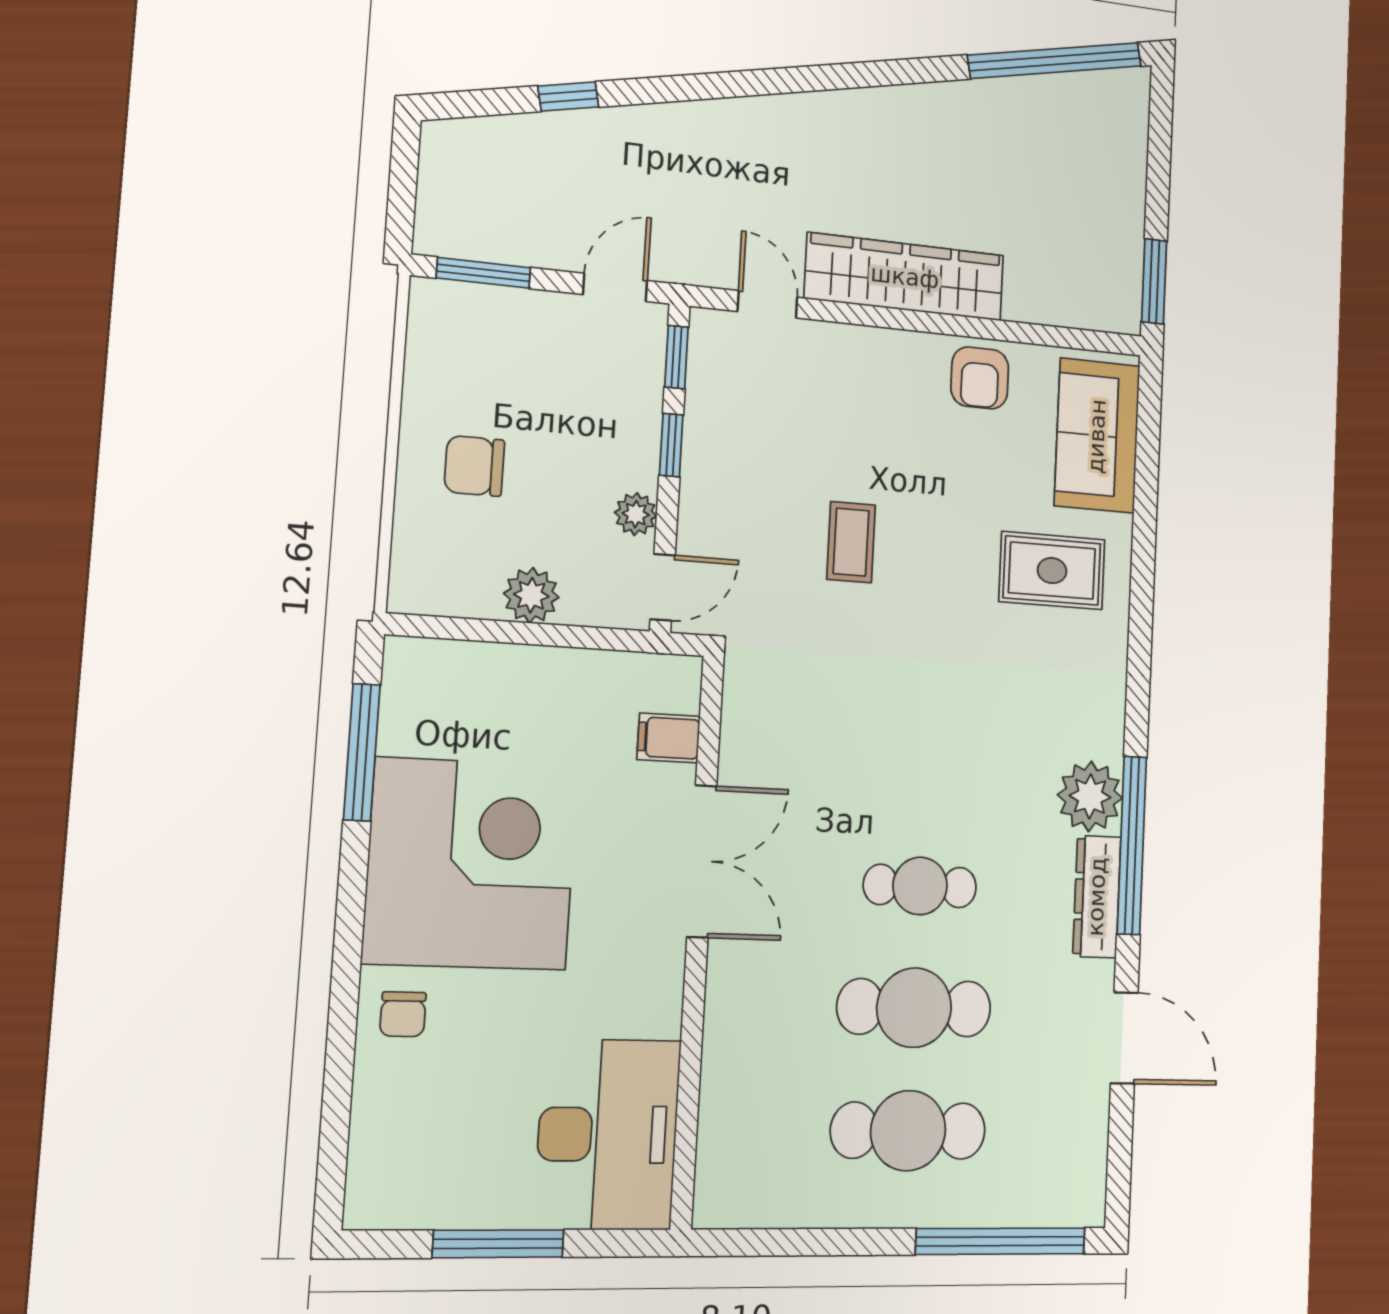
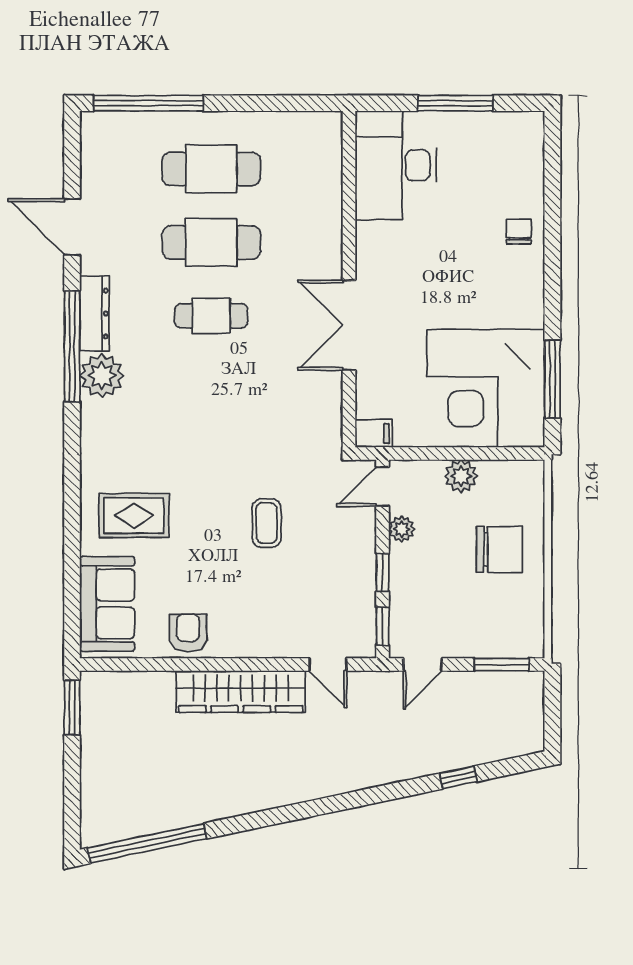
chair: (474, 466) -> (499, 549), width x1.37, depth x1.37
filing cabinet: (669, 738) -> (374, 433), moved
corner desk: (471, 864) -> (486, 388), moved

